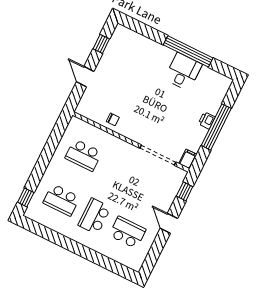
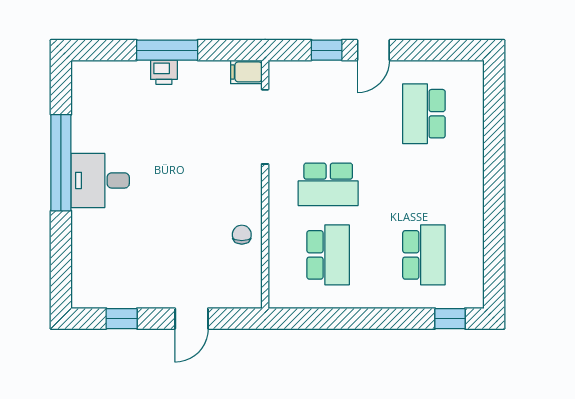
desk: (183, 72) -> (100, 180), moved
window: (216, 127) -> (167, 50), width x0.68
window: (185, 191) -> (327, 50), moved
school desk: (94, 216) -> (328, 184), moved

